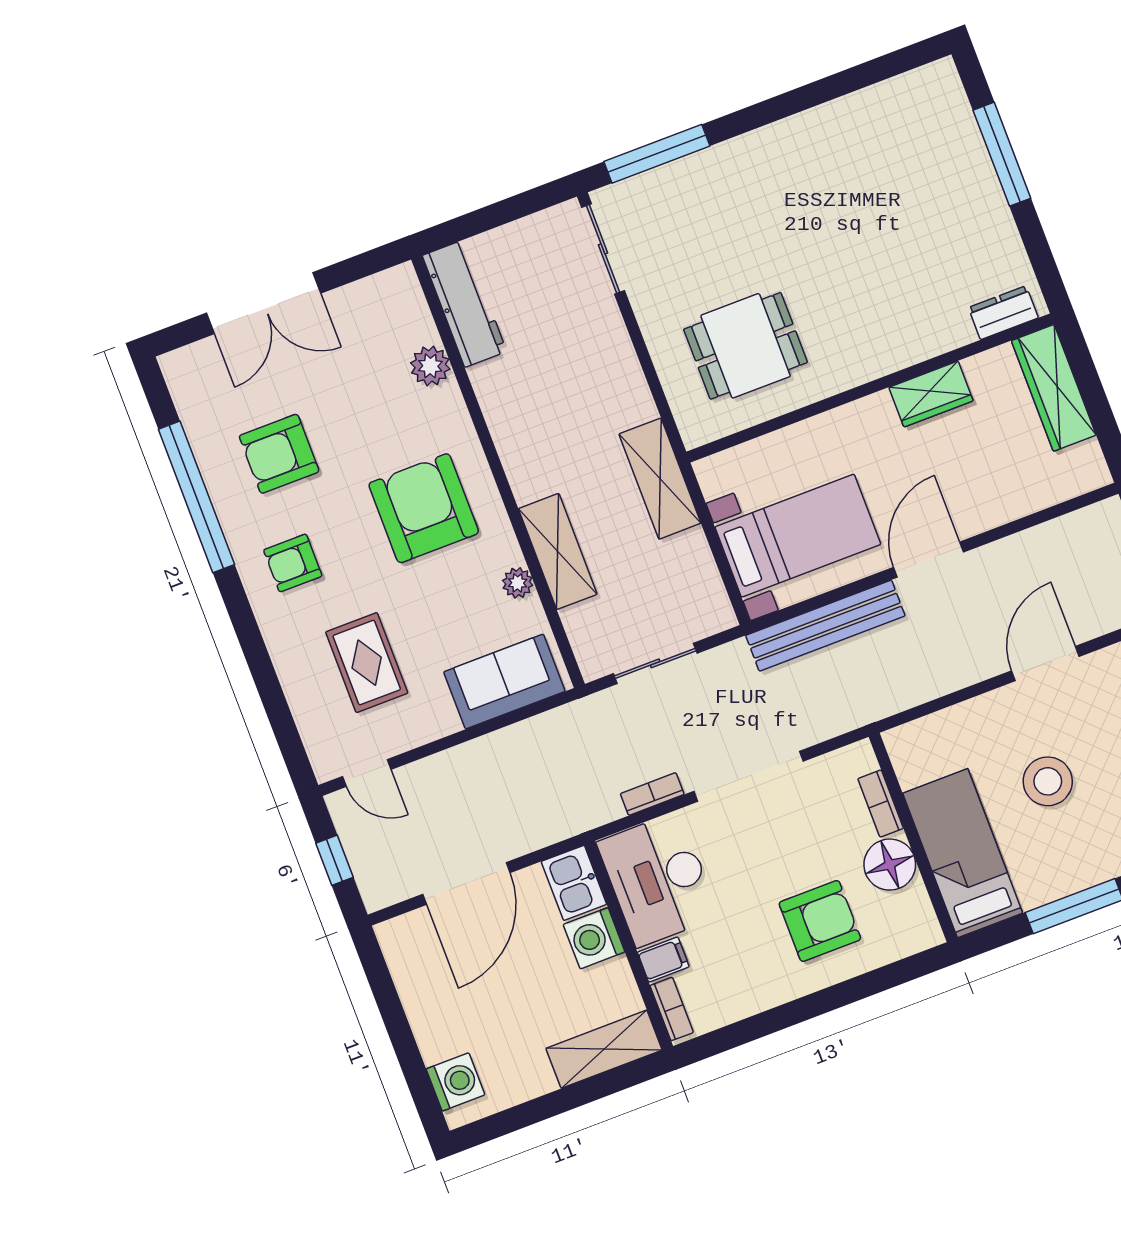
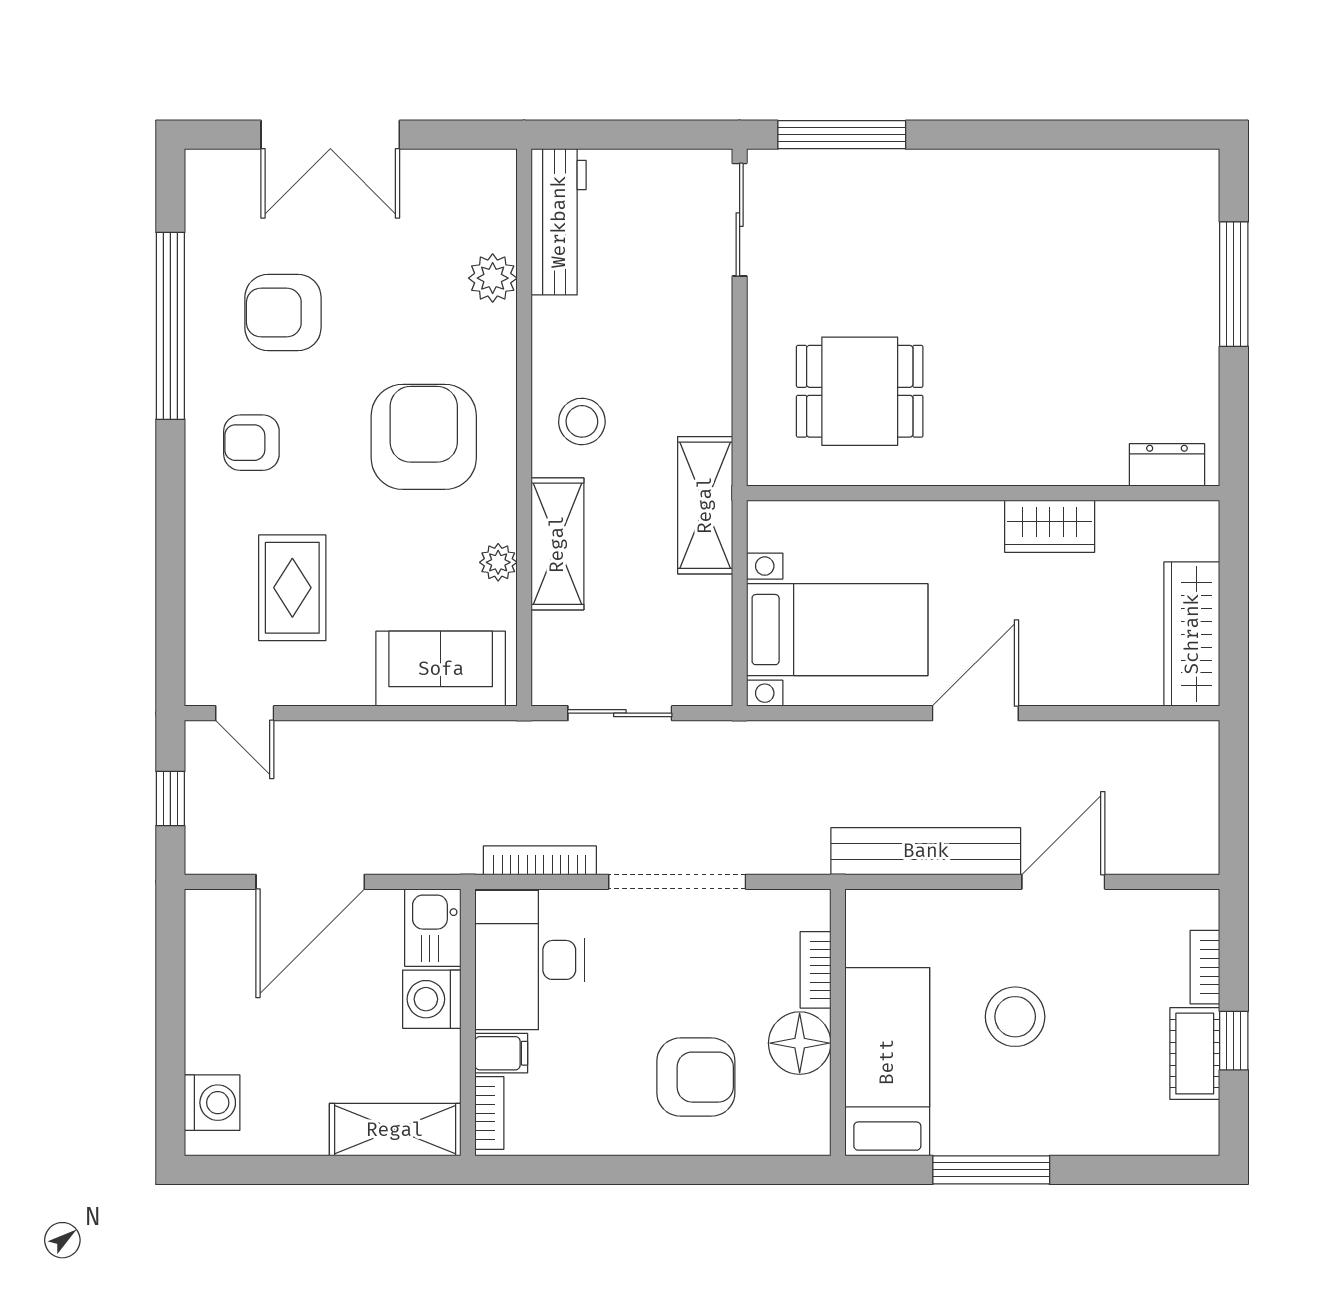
wardrobe: (1054, 388) -> (1192, 634), moved
stool: (541, 450) -> (582, 421), added
bench: (825, 626) -> (926, 851), moved
bookcase: (652, 794) -> (540, 860), width x1.56

